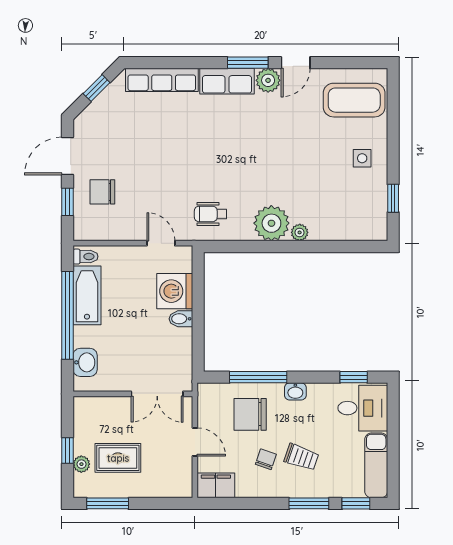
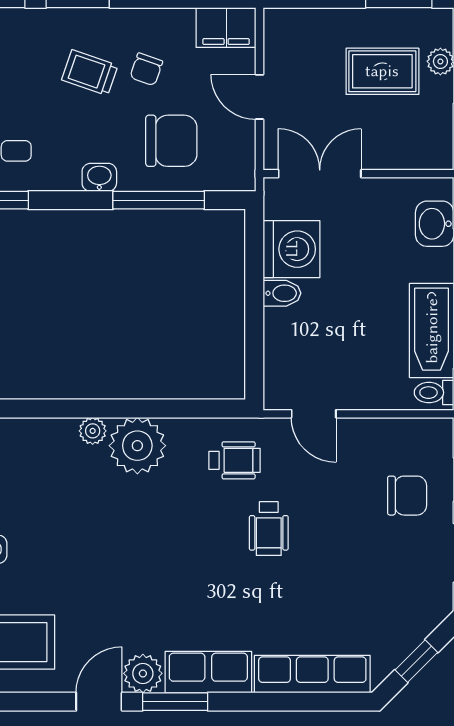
wheelchair: (189, 171) -> (269, 529), added
washing machine: (175, 291) -> (292, 249), moved

